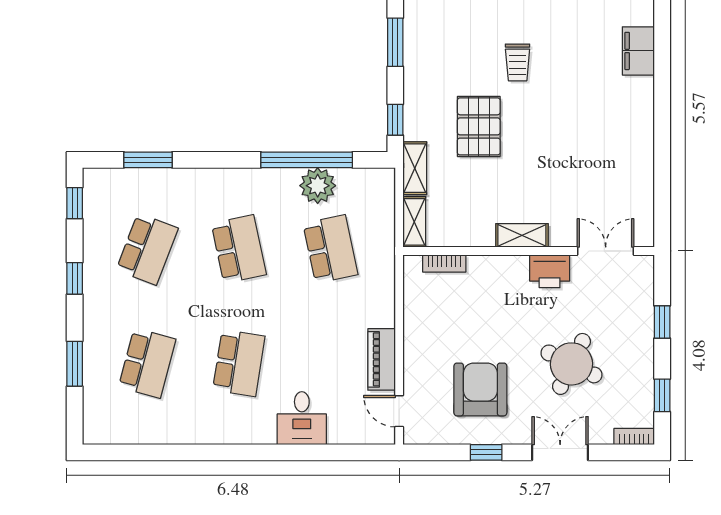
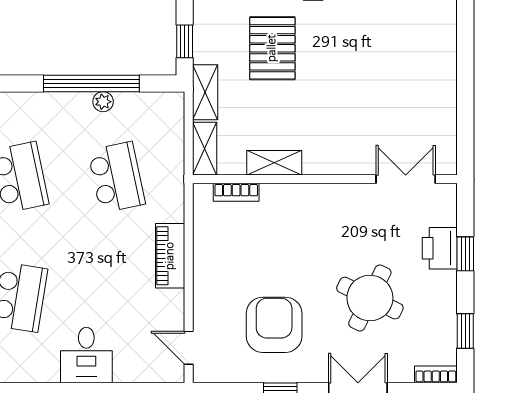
plant: (318, 186) -> (103, 102), width x0.53, depth x0.53
shelving: (522, 235) -> (274, 163), moved
printer: (550, 271) -> (440, 248), moved, turned 90
piano: (382, 359) -> (170, 256), moved

